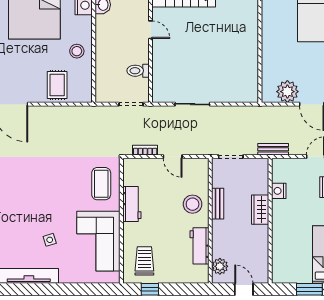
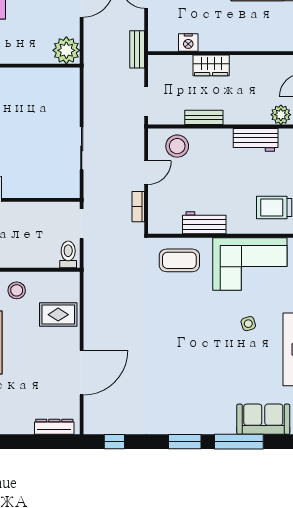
toilet: (138, 71) -> (68, 254), moved, turned 180
plant: (287, 92) -> (66, 50), moved
stool: (193, 204) -> (177, 146), moved

